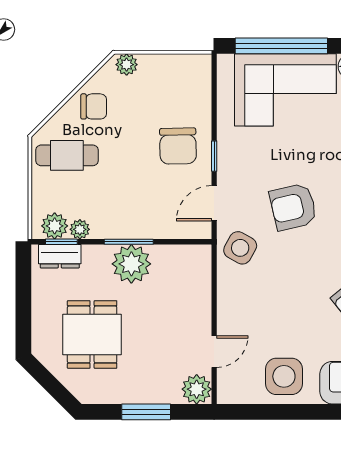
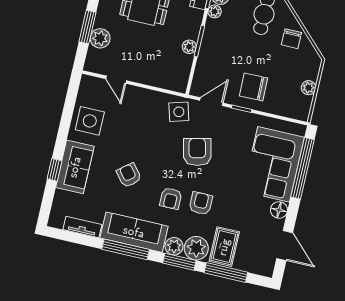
plant: (127, 65) -> (308, 88), moved
door: (214, 203) -> (211, 102), hinge flipped
side table: (240, 248) -> (179, 112), turned 45
plant: (131, 264) -> (189, 47), width x0.53, depth x0.53
plant: (197, 389) -> (100, 38), moved

